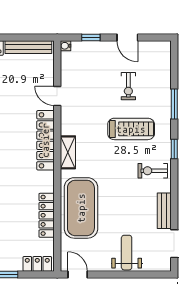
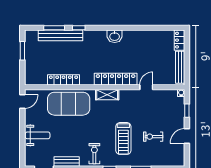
locker: (37, 264) -> (30, 73), removed

